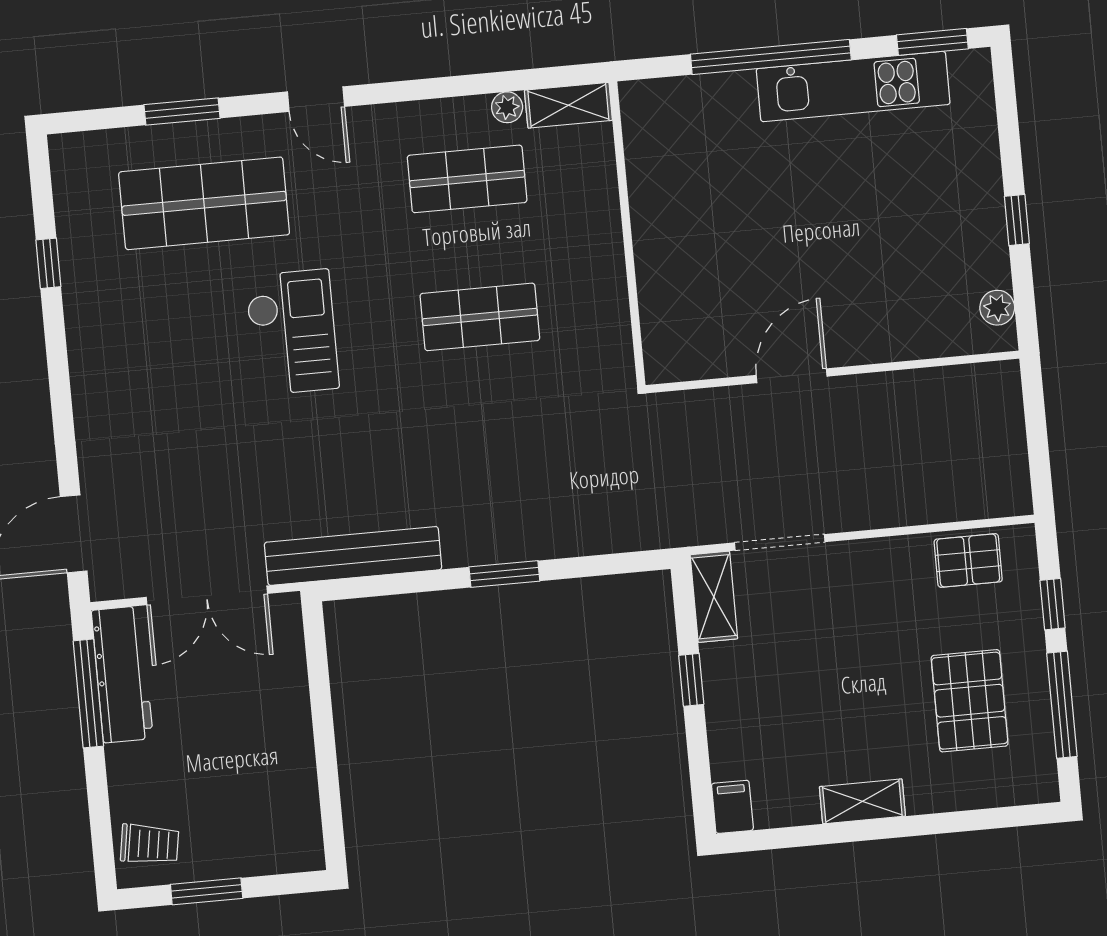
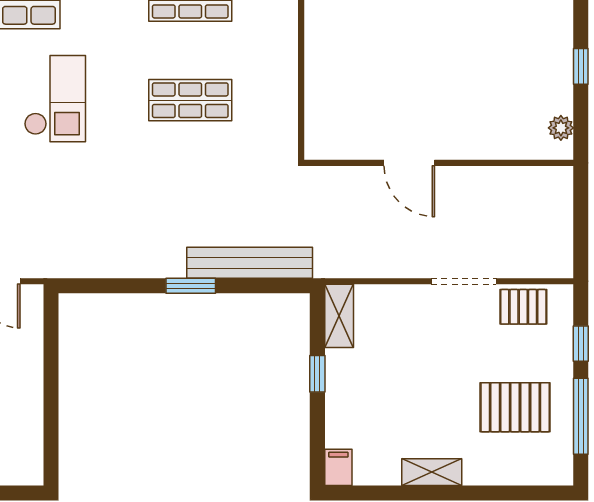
door: (792, 376) -> (409, 163), swing flipped
doorway: (780, 542) -> (464, 281), moved
bench: (353, 556) -> (250, 263), moved
pallet: (970, 701) -> (515, 407), turned 90

